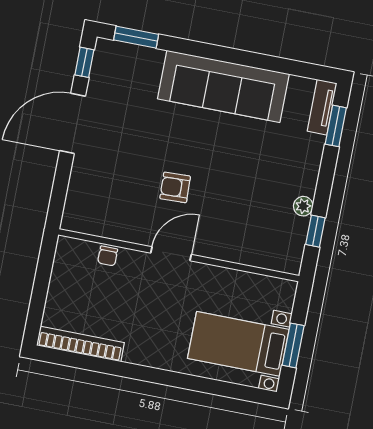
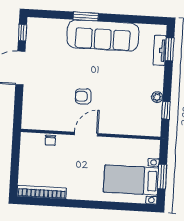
window: (136, 37) -> (86, 16), moved
tv unit: (322, 107) -> (160, 50), moved

